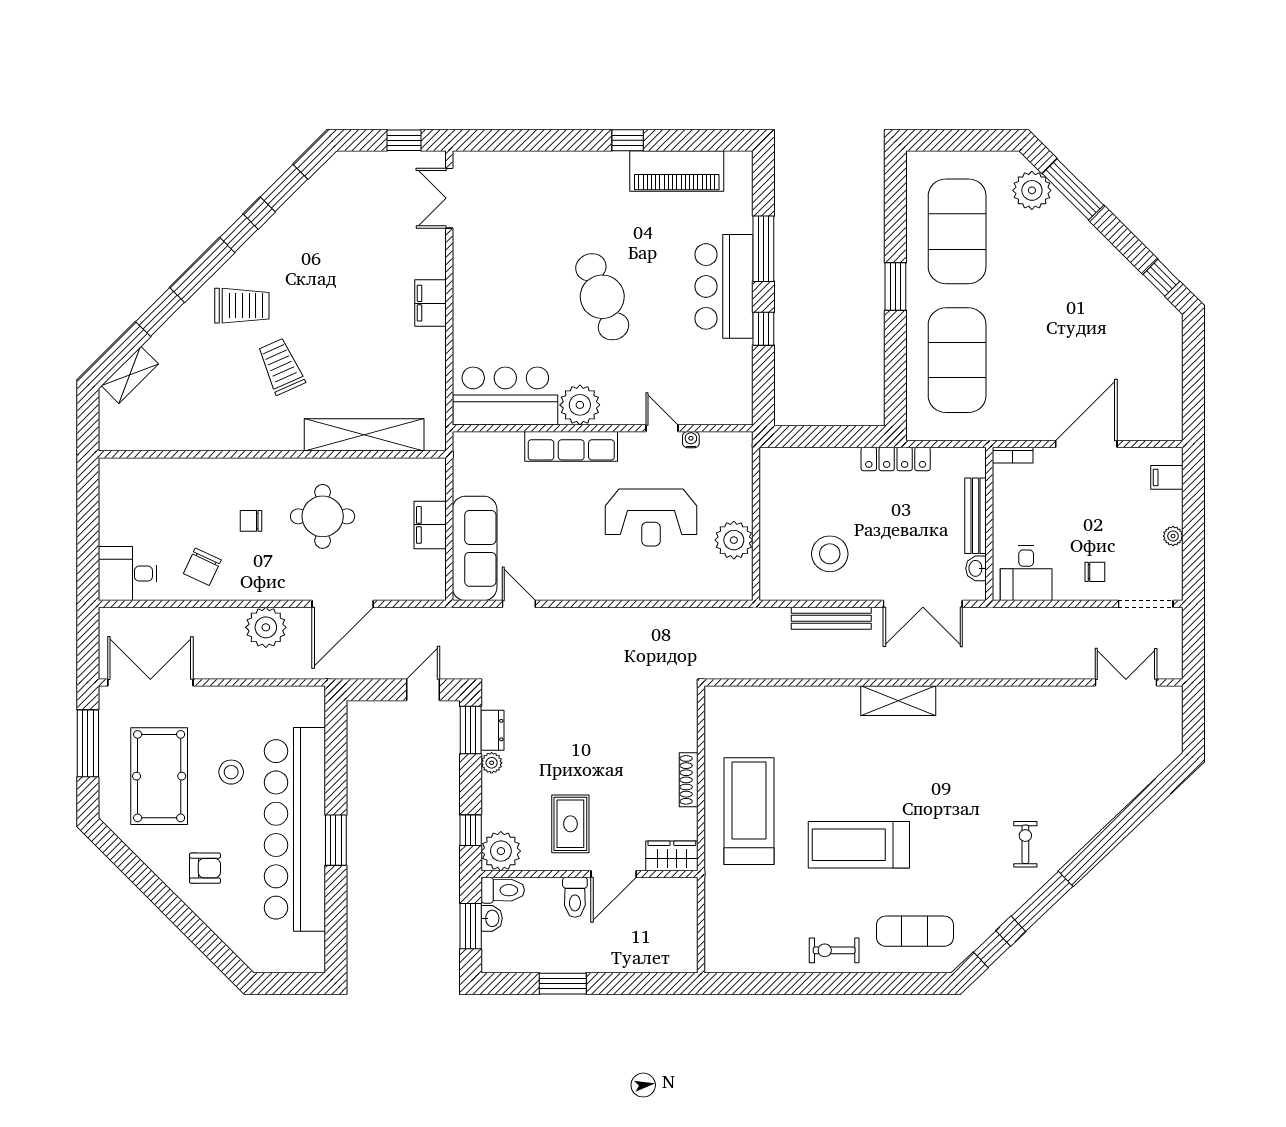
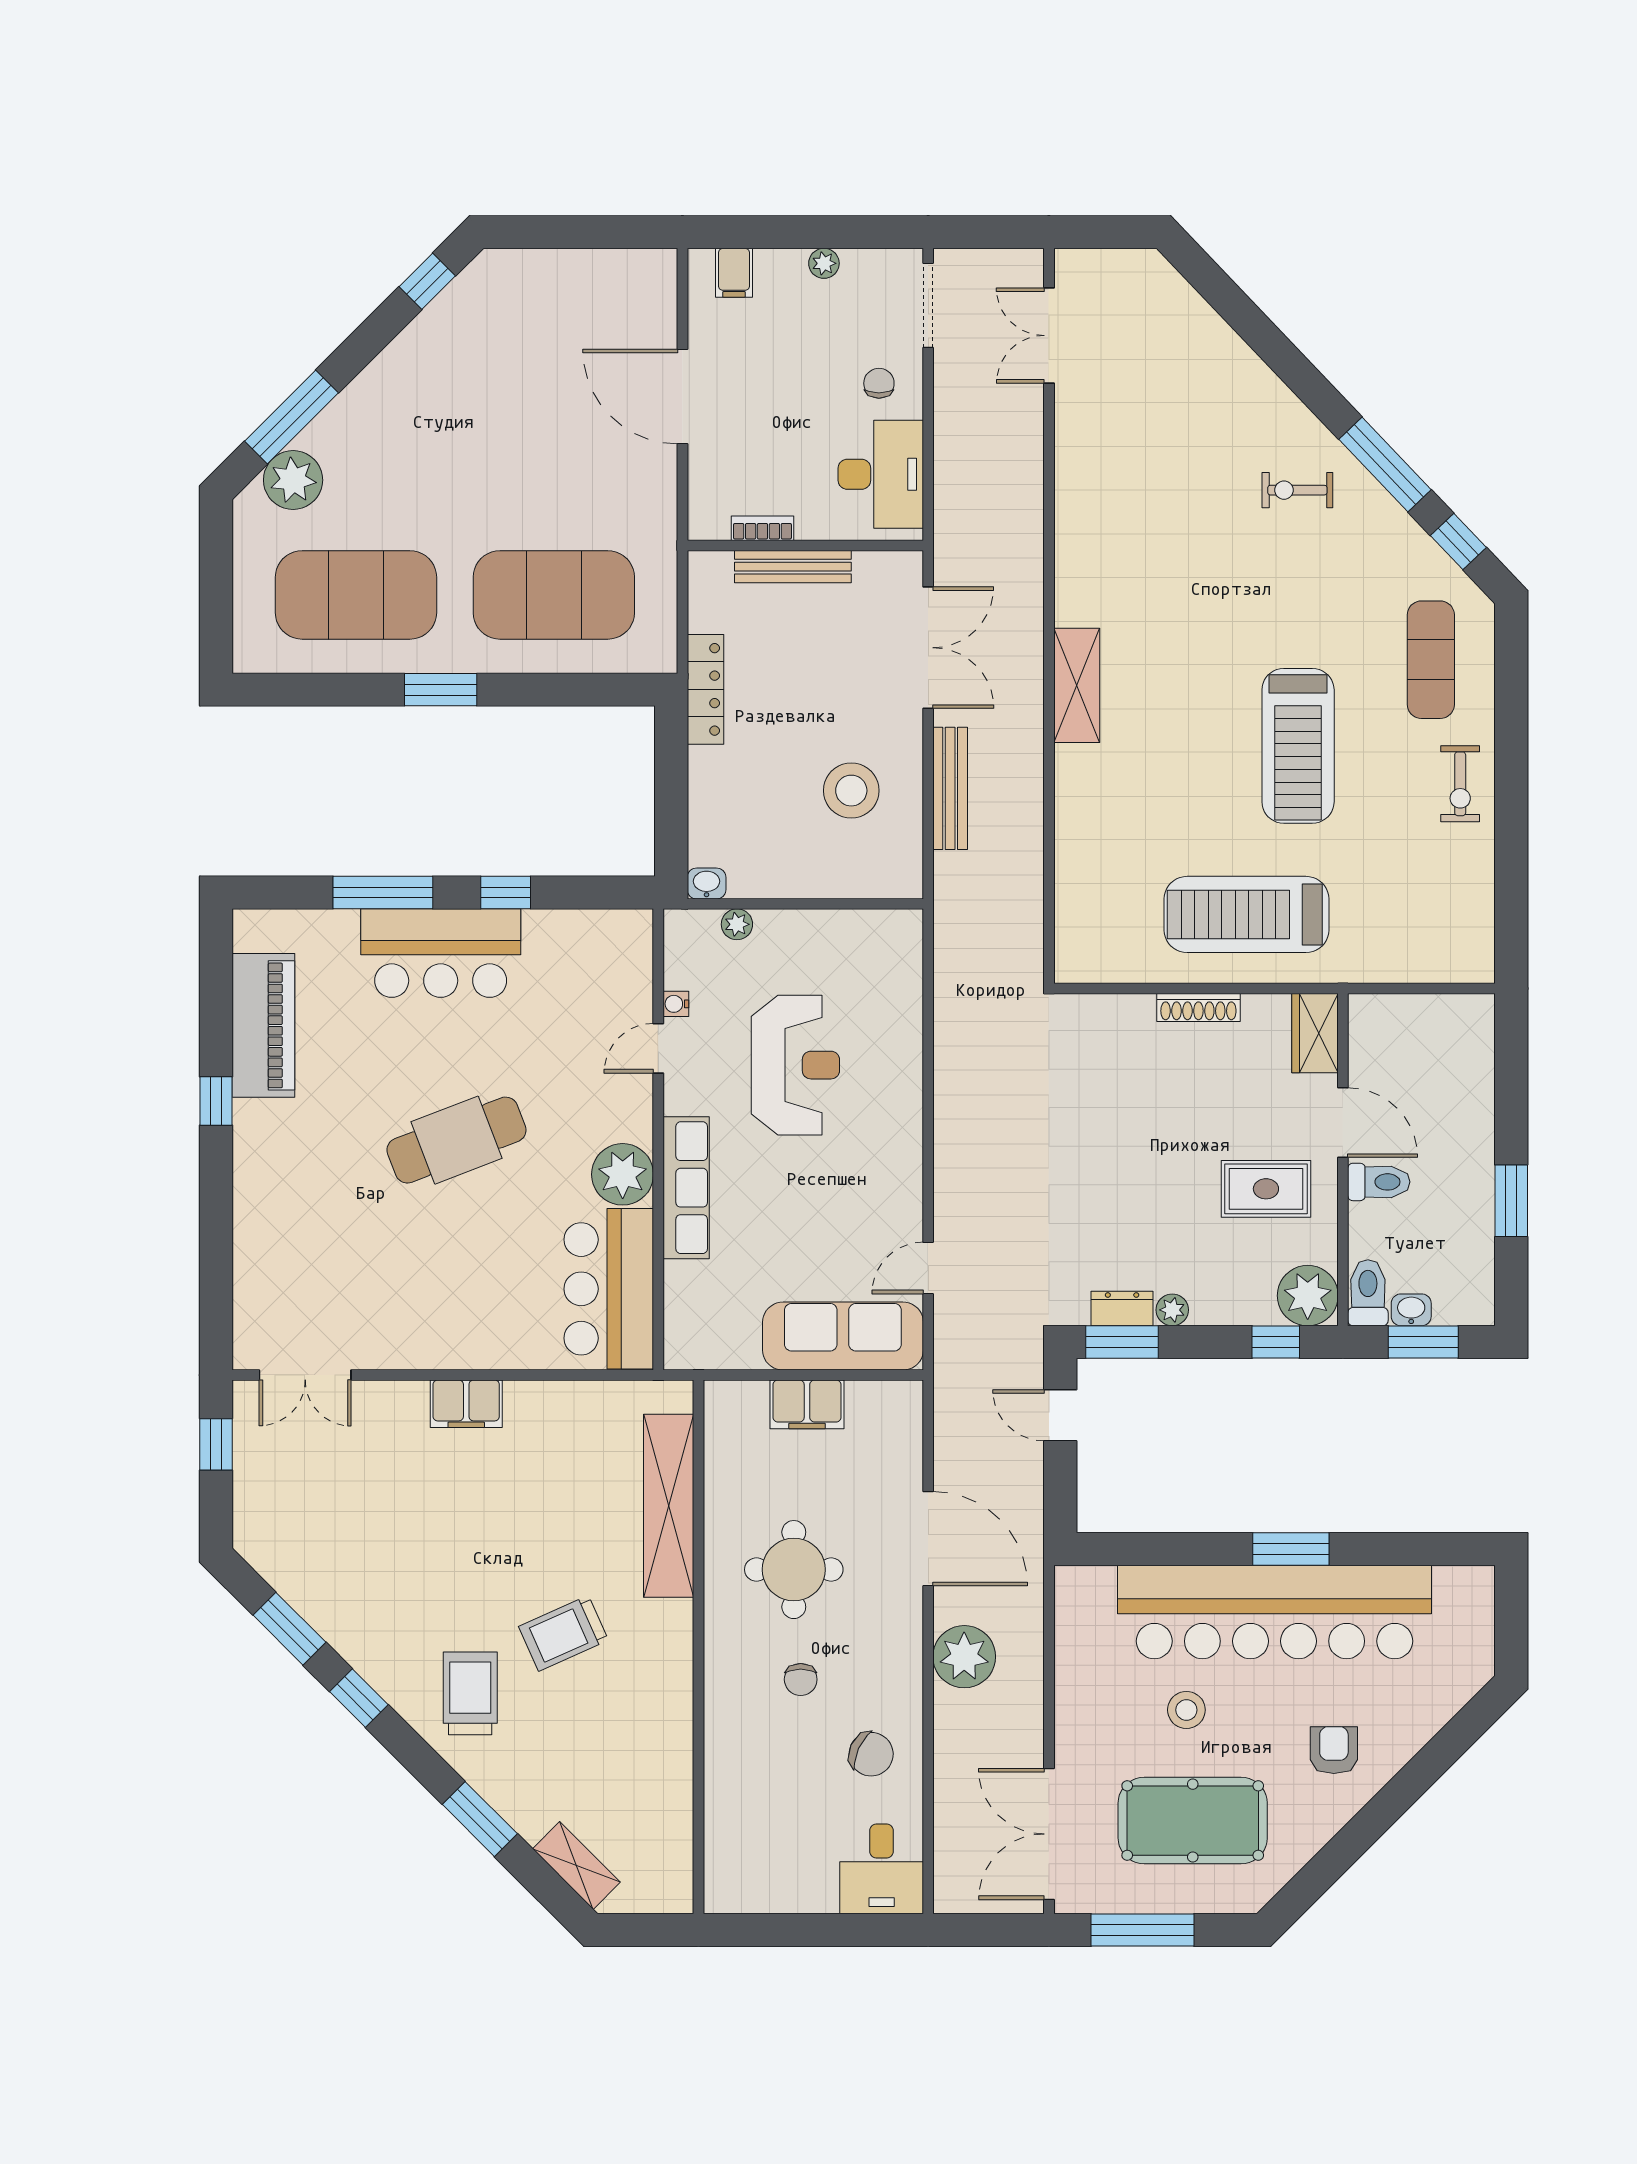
bookcase: (1013, 455) -> (762, 528), moved, turned -90
plant: (734, 540) -> (737, 924), moved, width x0.53, depth x0.53
washbasin: (976, 568) -> (707, 883), moved, turned 180
desk: (1026, 573) -> (881, 474), width x1.37

